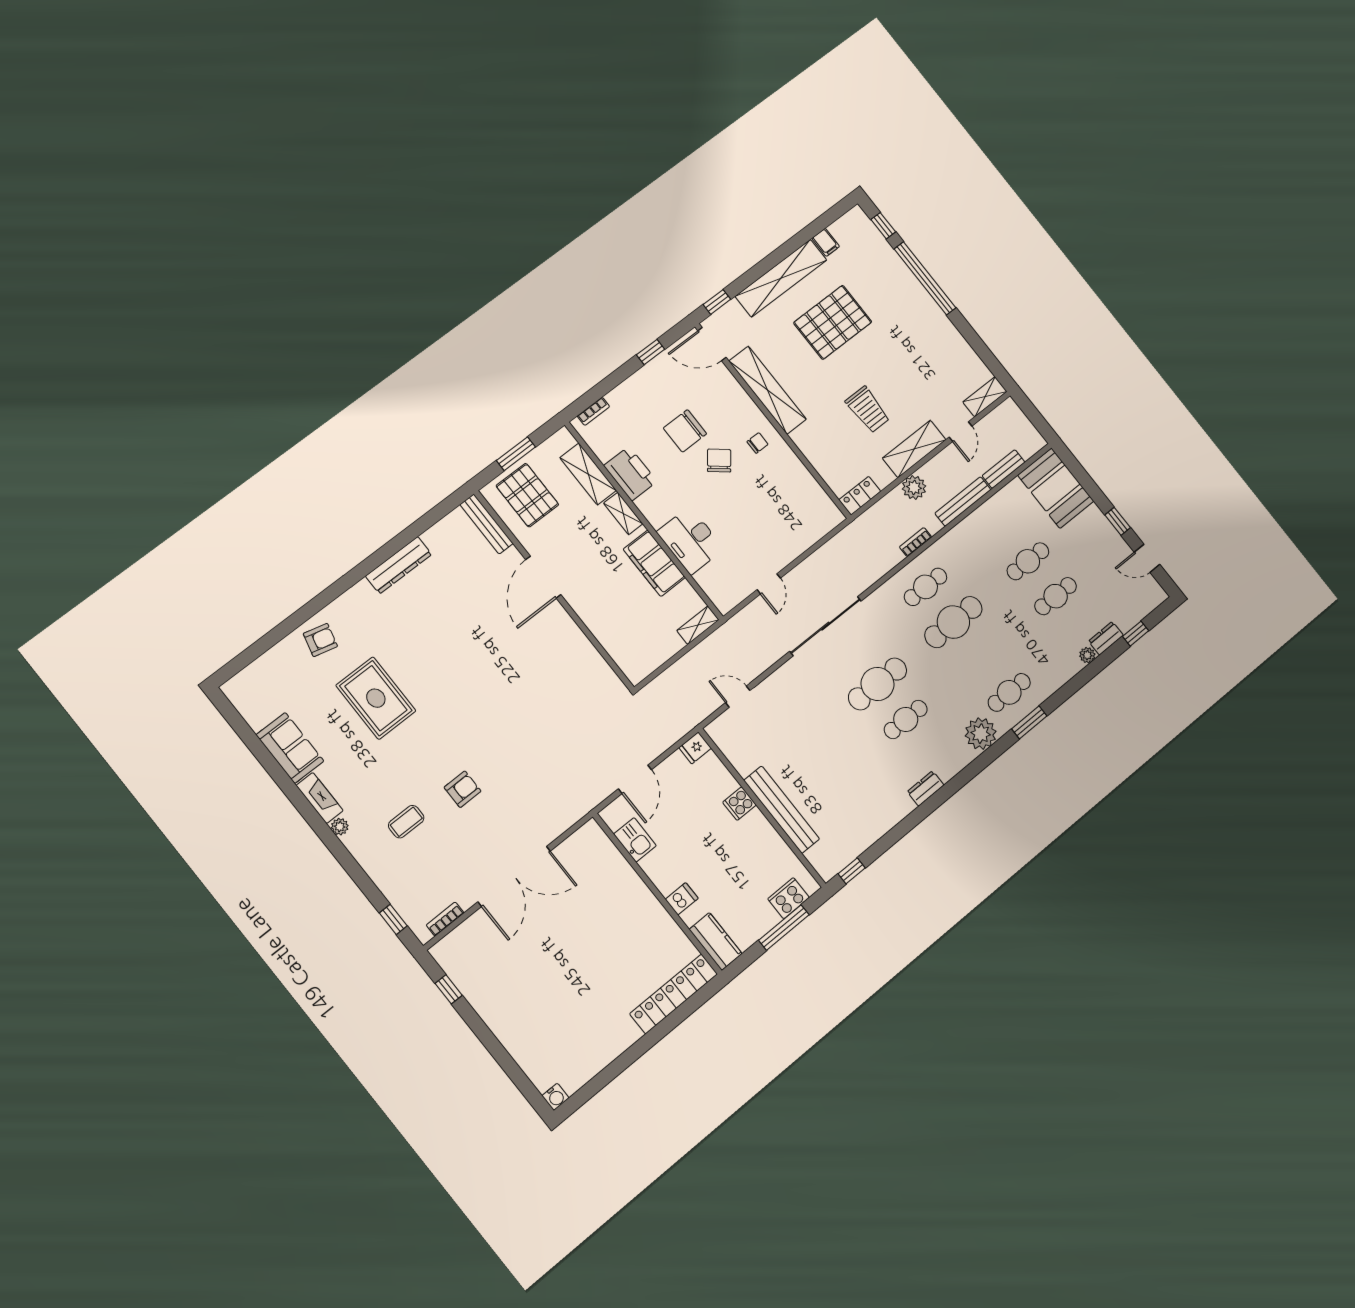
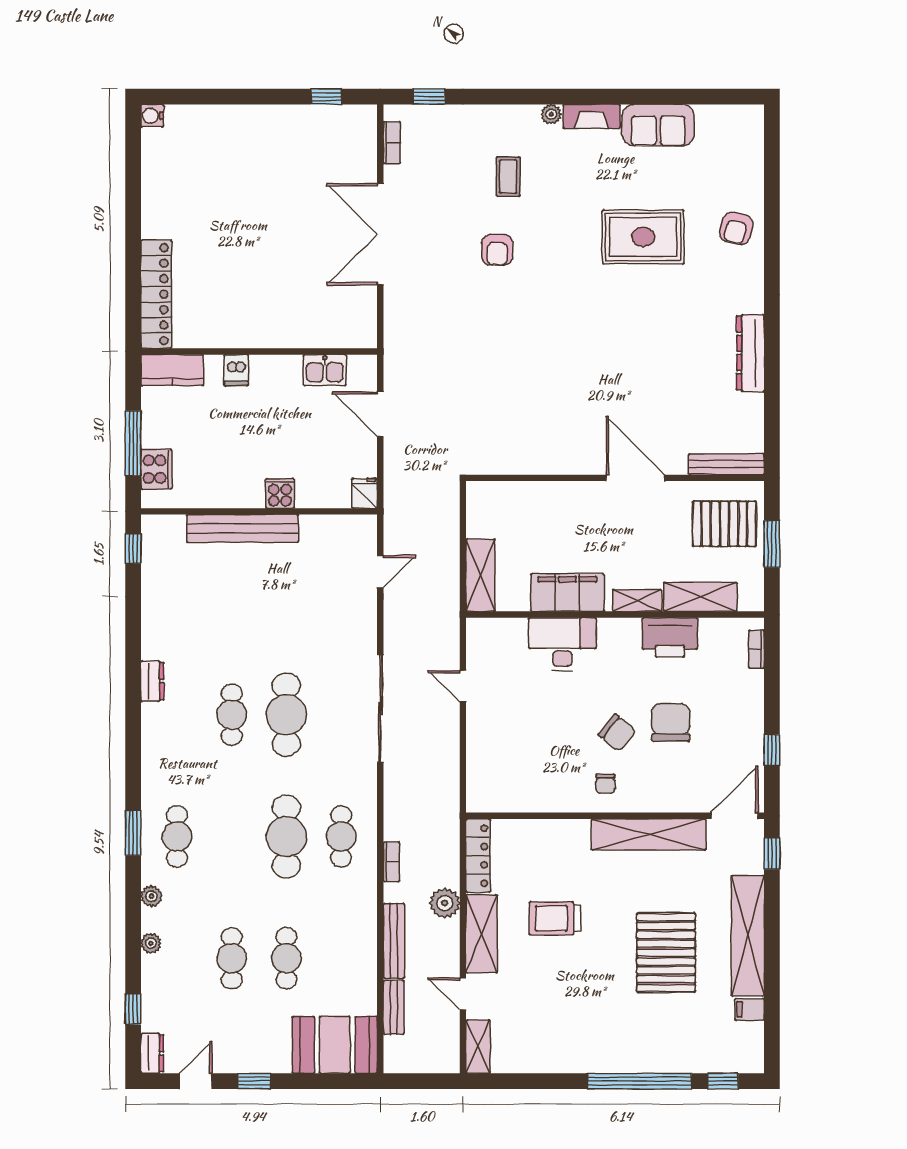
locker: (860, 496) -> (478, 856), width x1.53
shelving: (698, 625) -> (480, 575), width x1.50, depth x1.33
dresser: (1106, 638) -> (152, 1053), moved
plant: (981, 734) -> (151, 896), moved, width x0.53, depth x0.53

